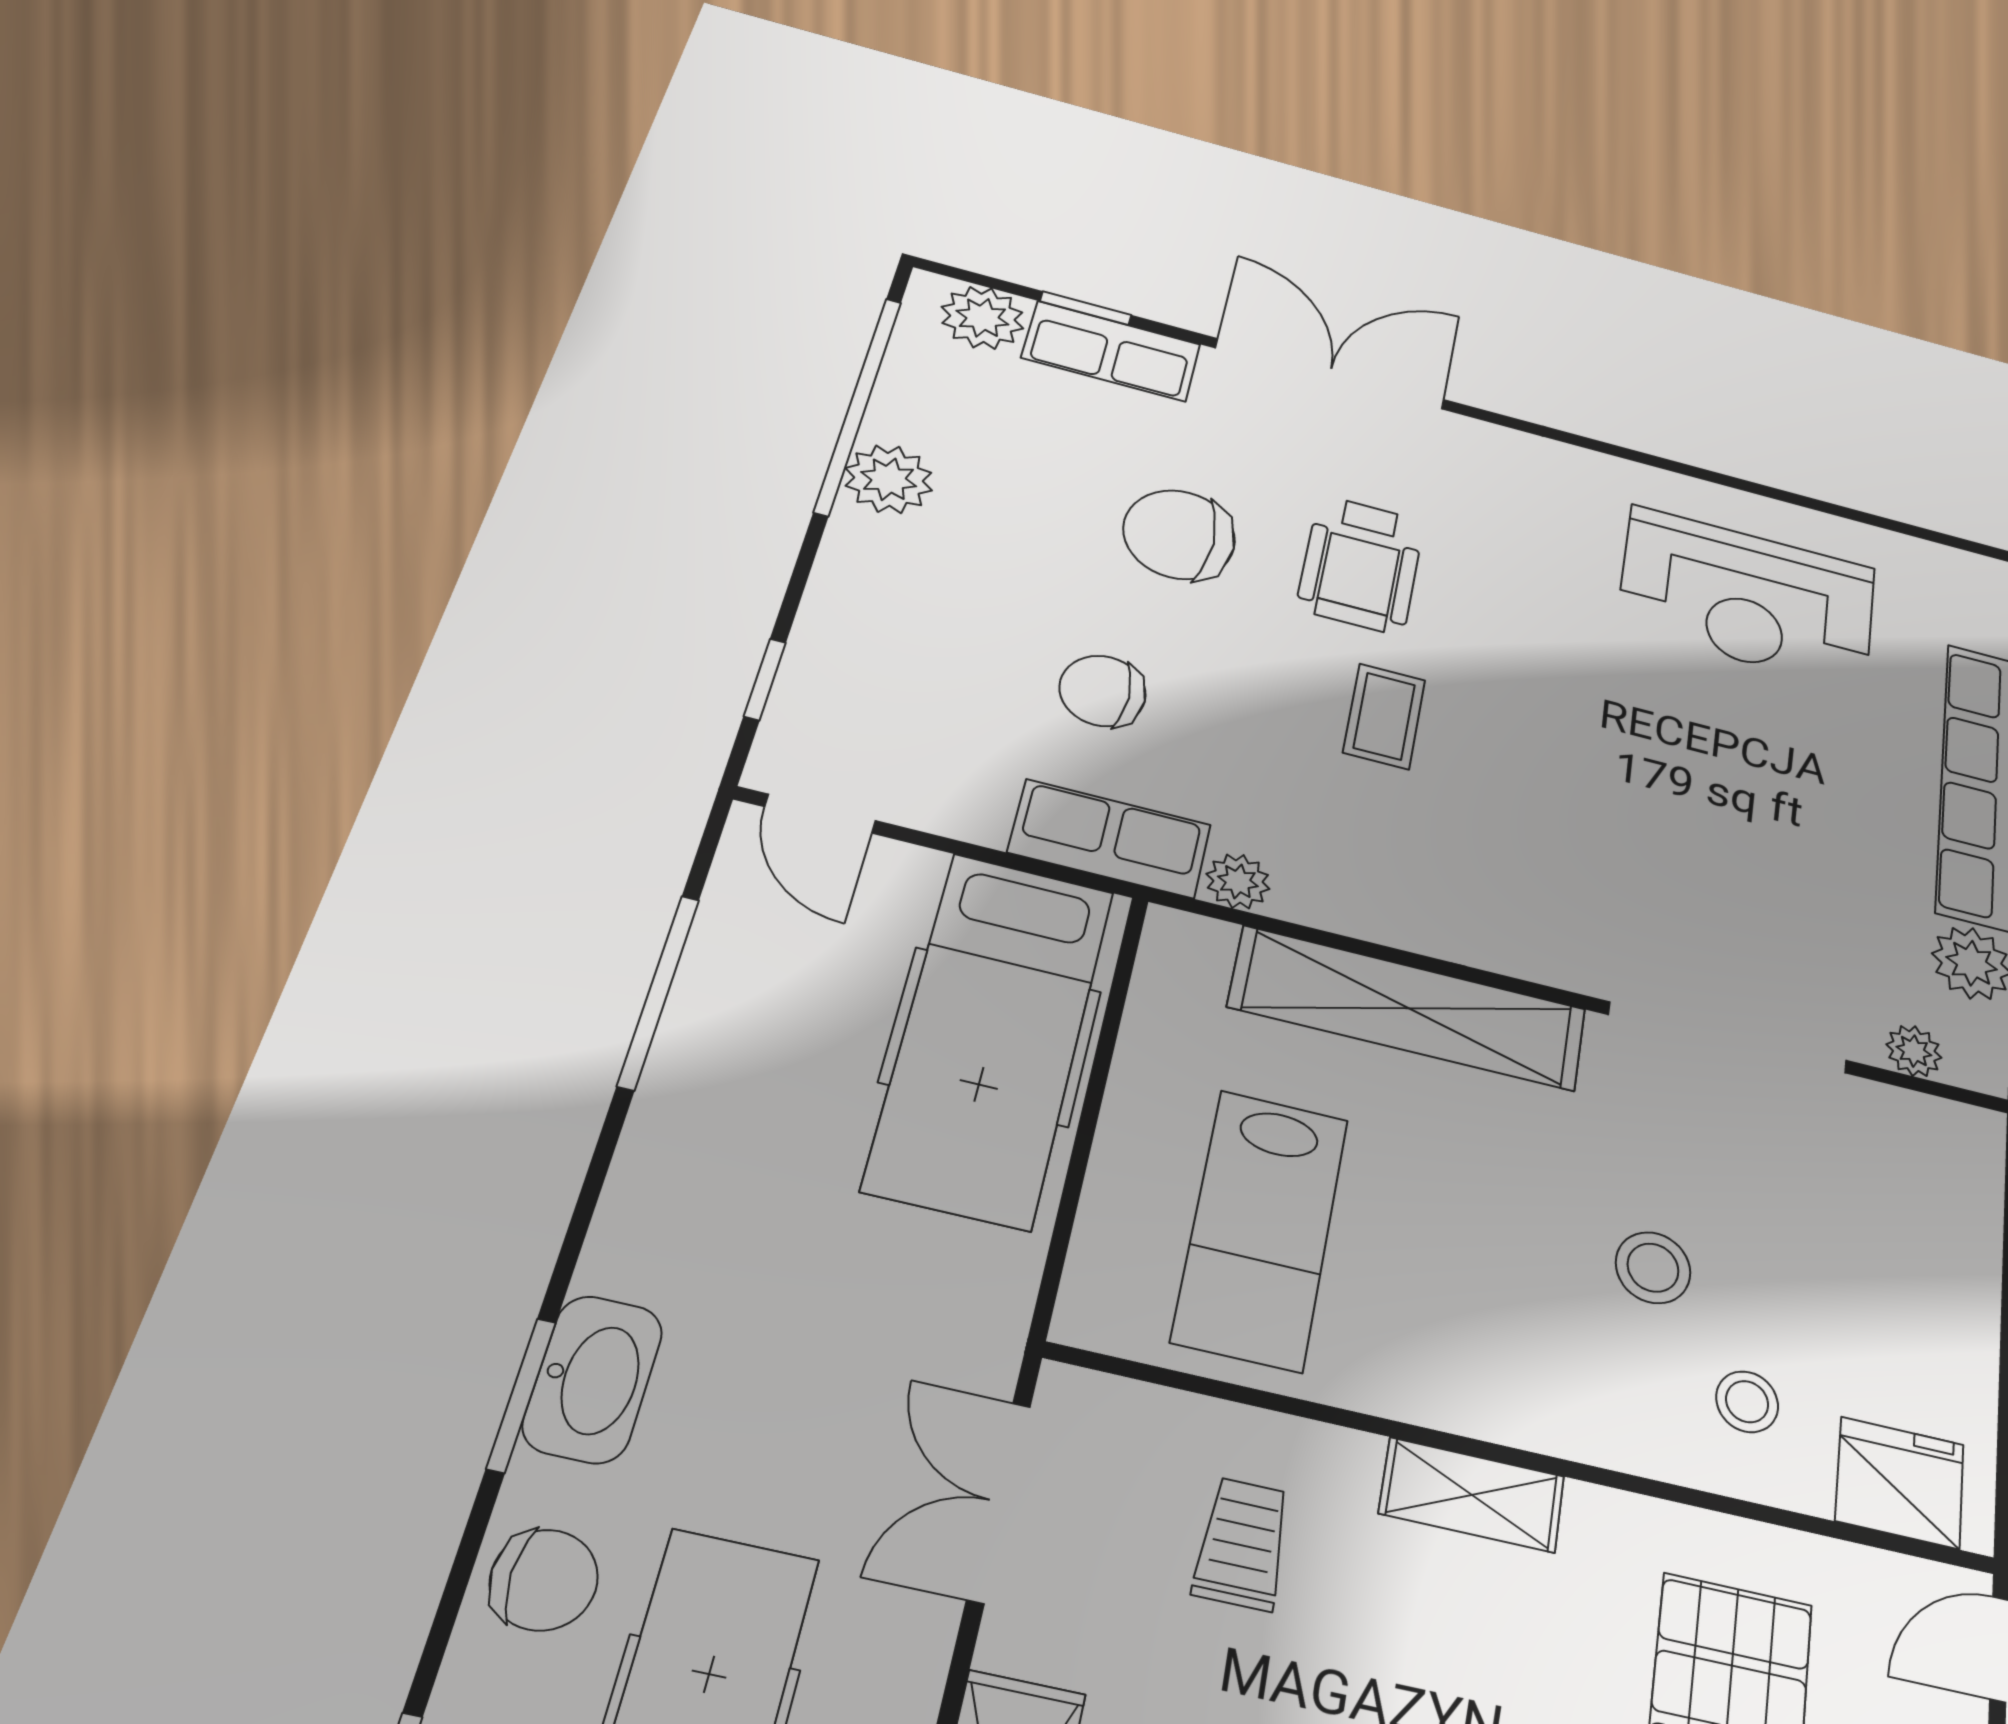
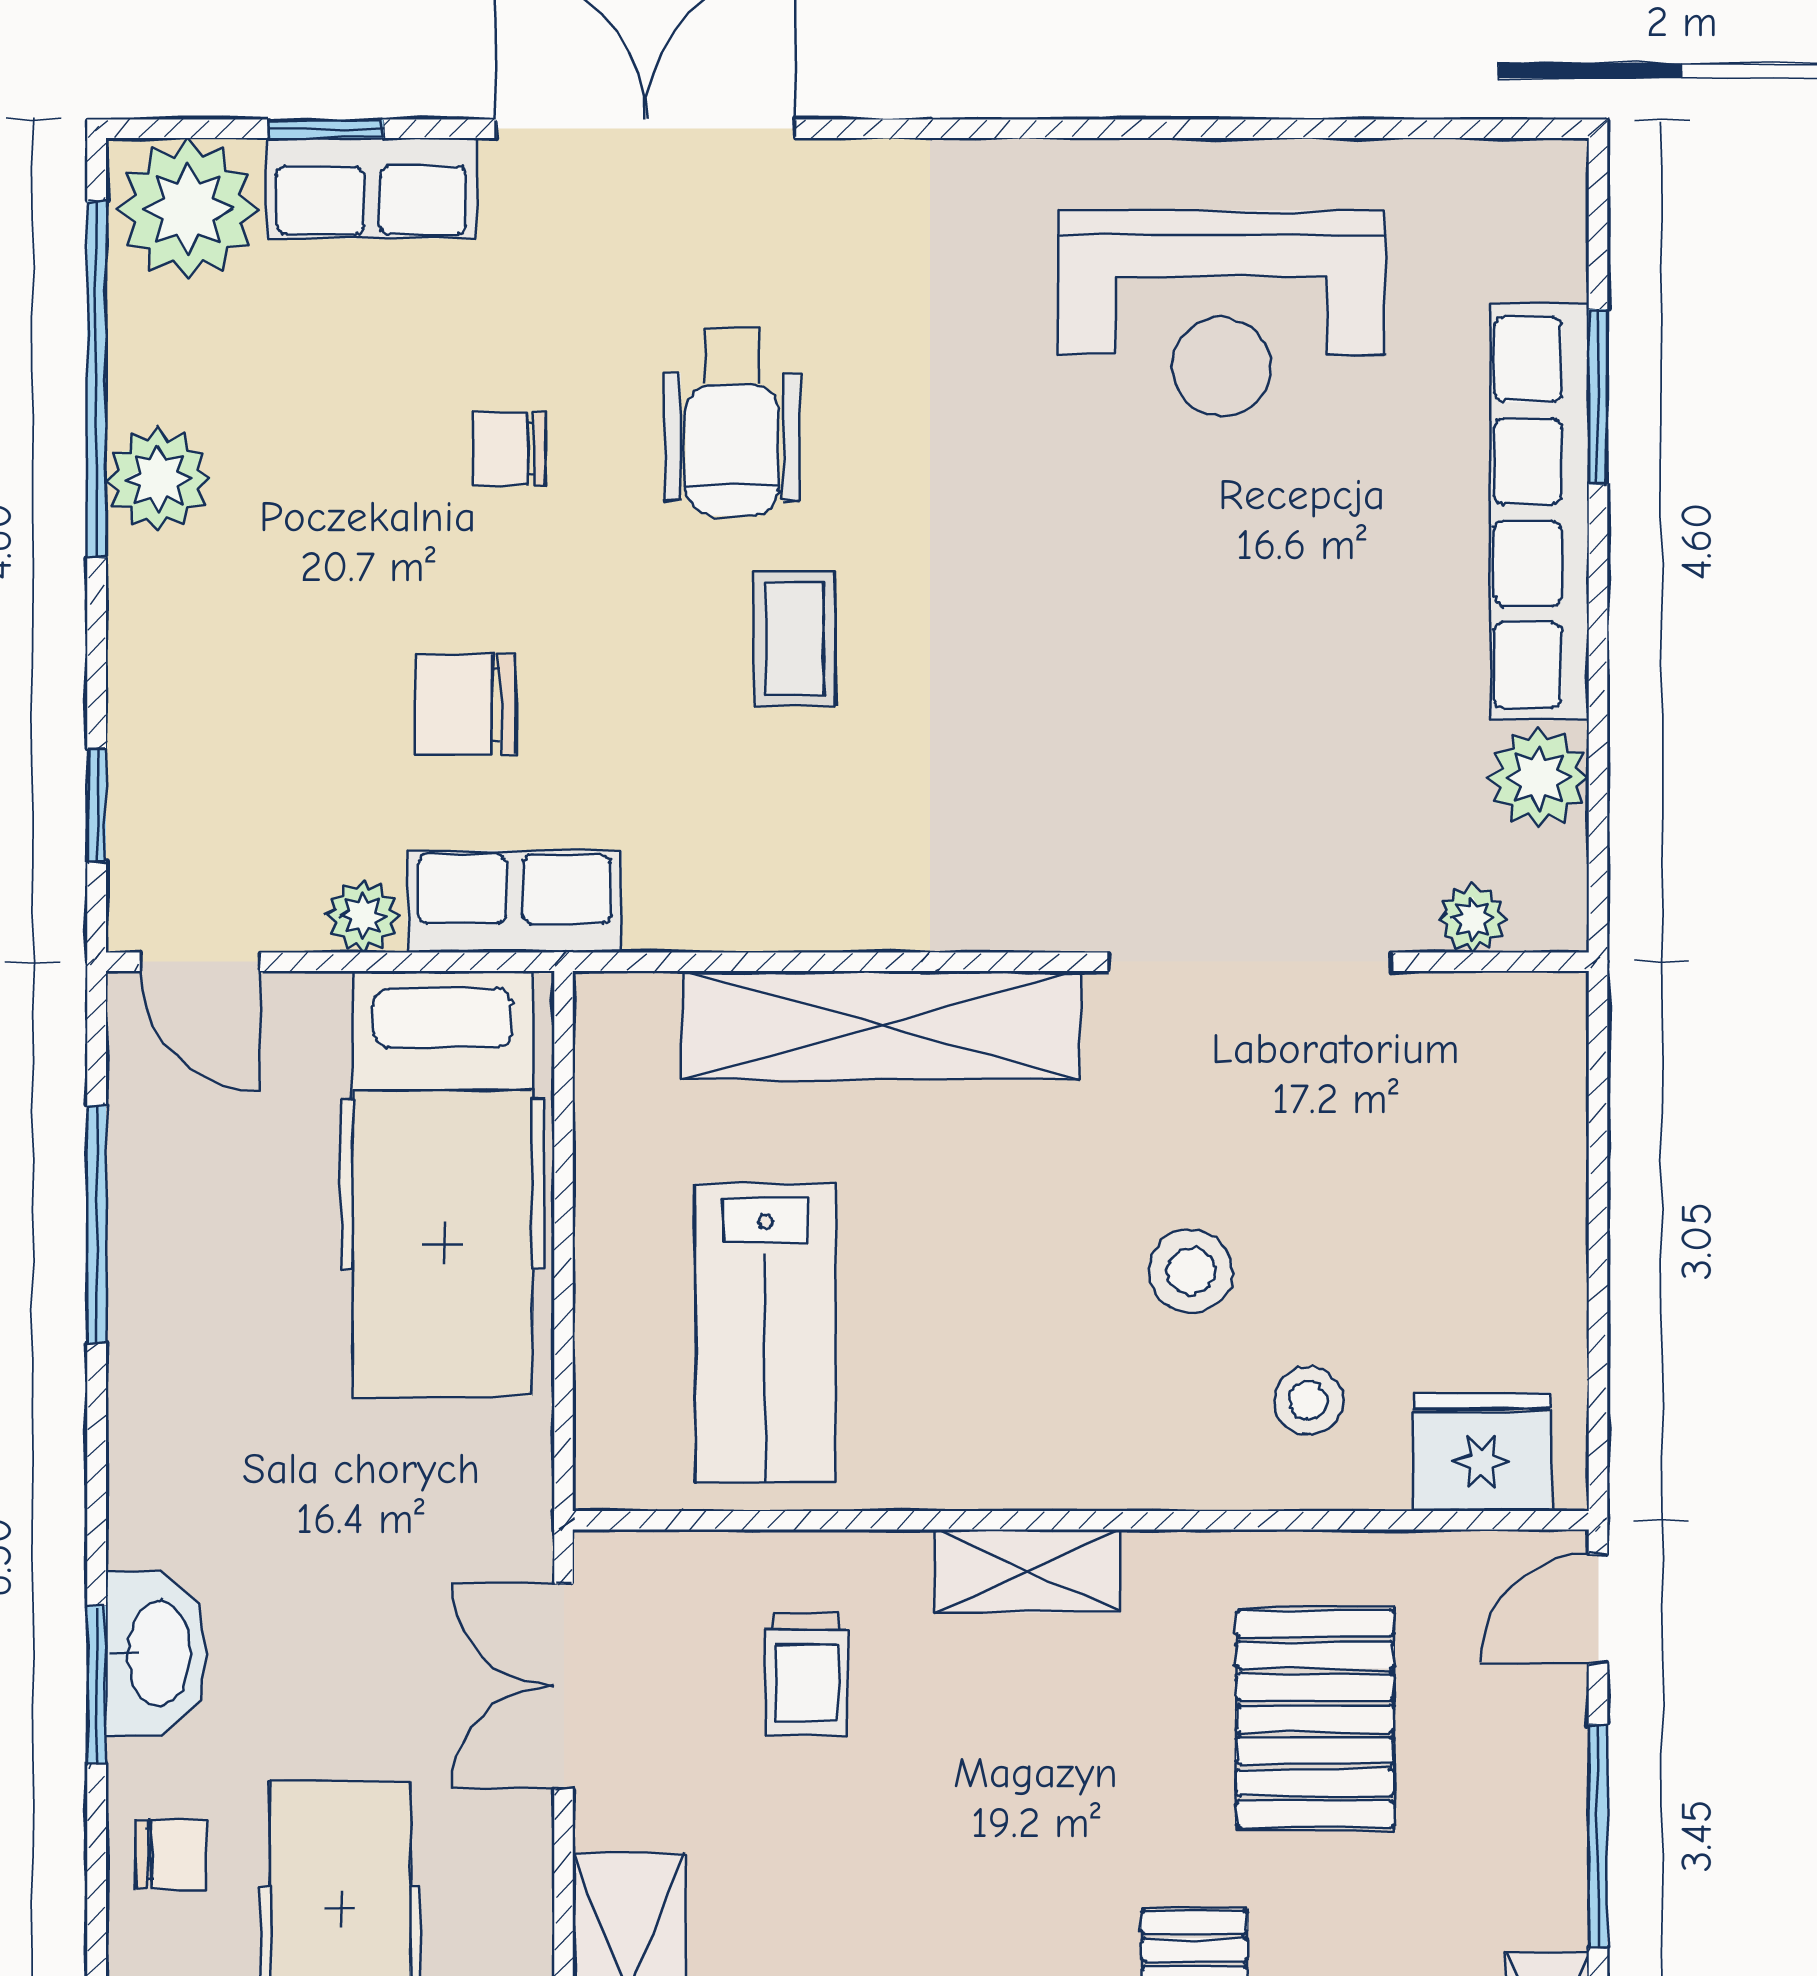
plant: (982, 318) -> (188, 209), width x1.36, depth x1.36
chair: (1179, 535) -> (508, 448), width x0.54, depth x0.54
plant: (1238, 881) -> (363, 916), moved
trolley: (1242, 1544) -> (806, 1674), turned 180
chair: (544, 1580) -> (170, 1854), width x0.73, depth x0.73

